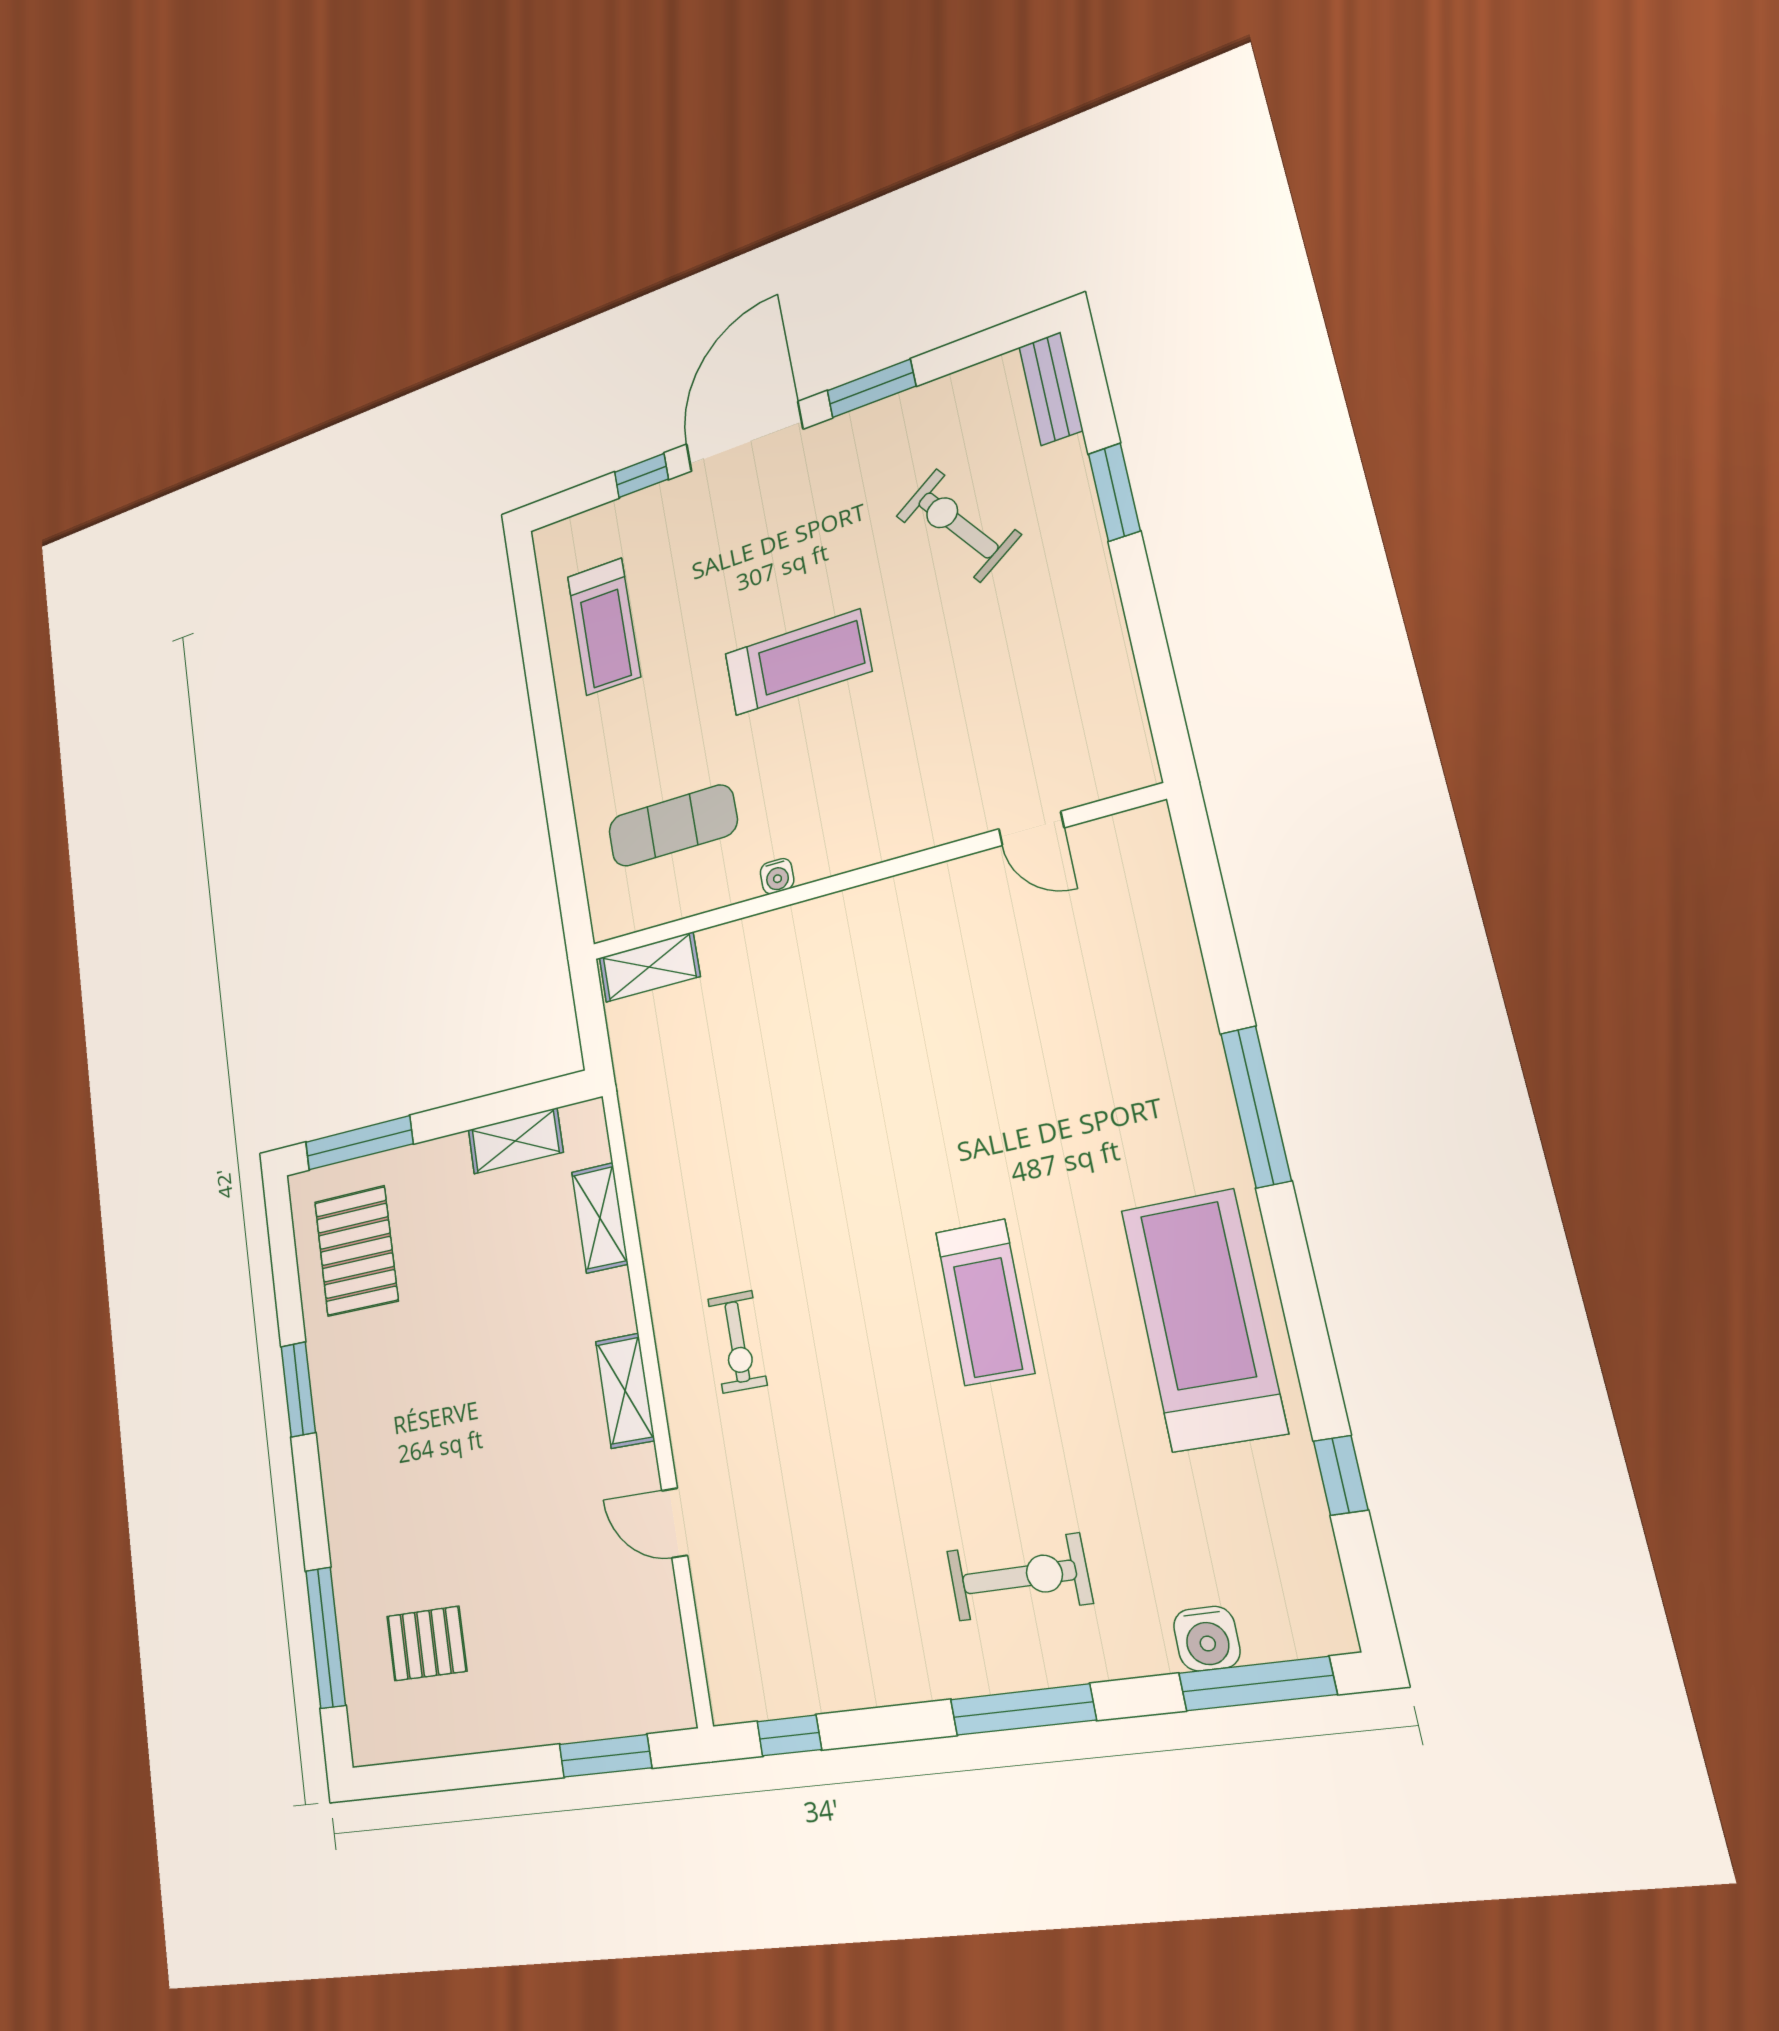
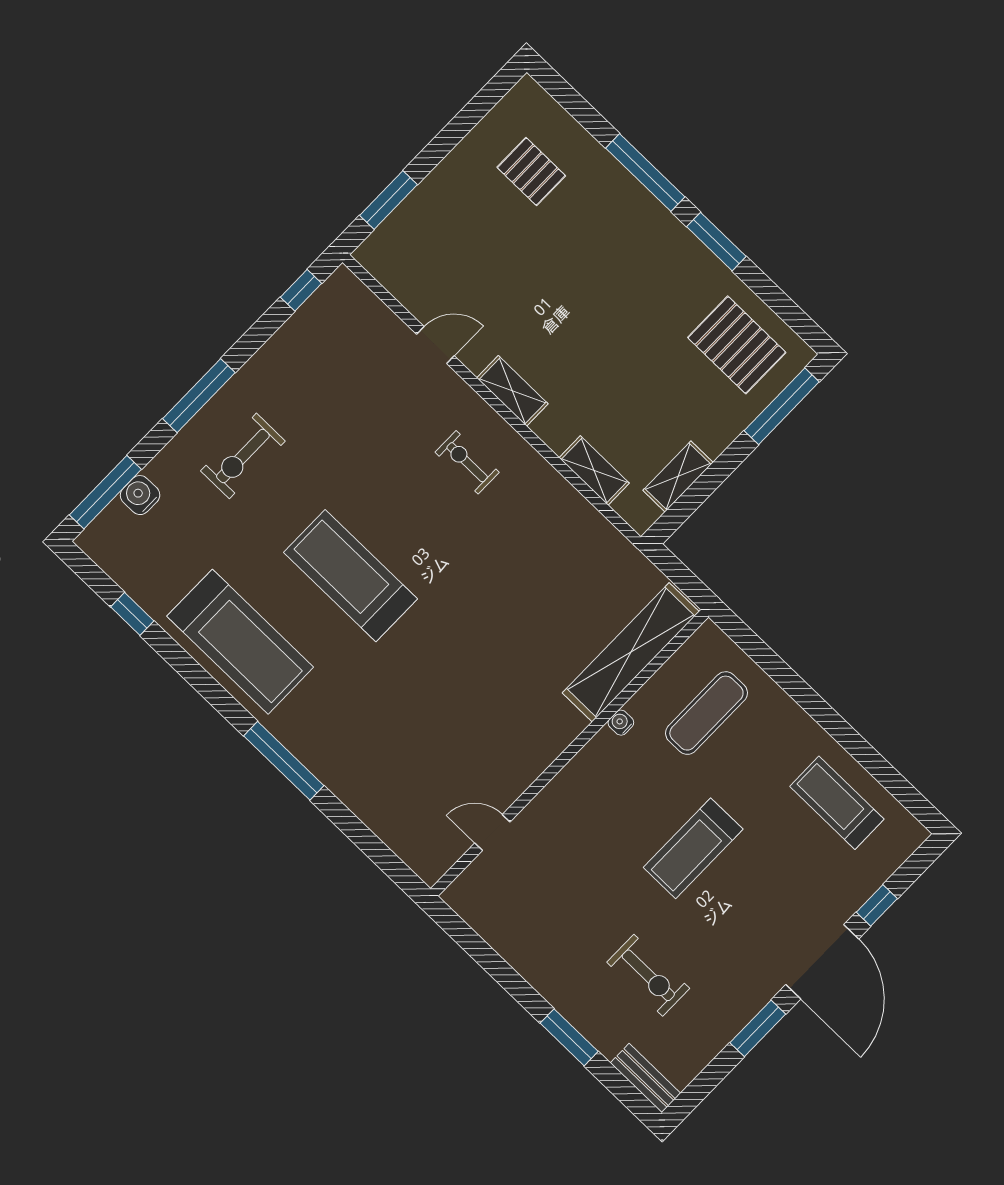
exercise bike: (958, 525) -> (648, 975), turned 35
shelving: (649, 967) -> (631, 652), width x2.20, depth x1.33
treadmill: (985, 1302) -> (351, 576), width x1.37, depth x1.38
window: (325, 1638) -> (645, 173), moved
pallet: (427, 1644) -> (531, 172), turned 90

